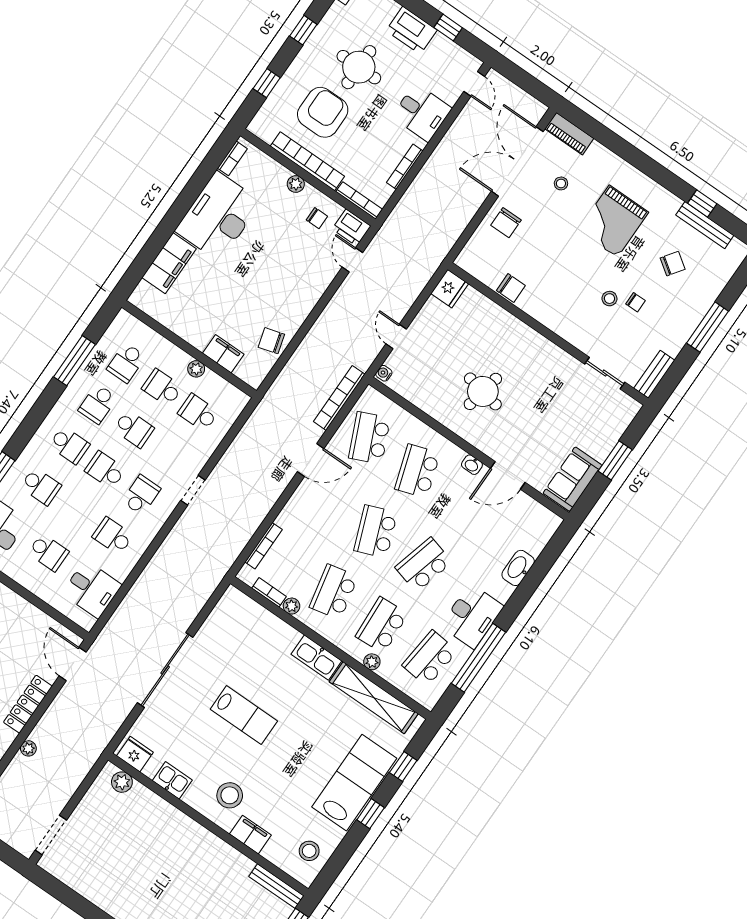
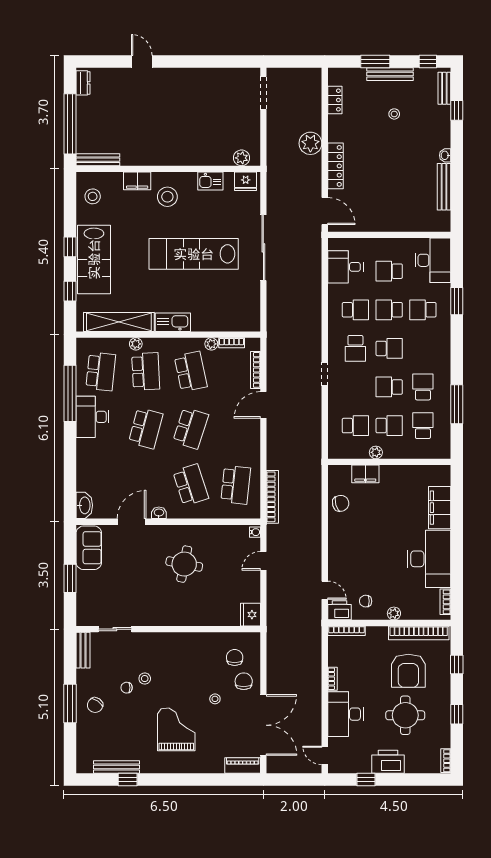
desk: (422, 113) -> (345, 714), width x1.37
bookcase: (307, 161) -> (419, 633), moved
bookcase: (405, 167) -> (332, 679), width x0.64
stool: (561, 183) -> (215, 699), moved
chair: (673, 264) -> (95, 705), moved
chair: (511, 288) -> (235, 657), moved, turned 90
door: (396, 336) -> (263, 561), swing flipped
school desk: (370, 438) -> (236, 485), turned 30
school desk: (69, 445) -> (389, 310), moved
door: (311, 460) -> (263, 405), moved
school desk: (376, 531) -> (191, 428), turned 39
washbasin: (518, 568) -> (84, 505), moved
lab bench: (244, 715) -> (194, 254), width x1.86, depth x1.39
plant: (28, 748) -> (310, 143), width x1.87, depth x1.87

